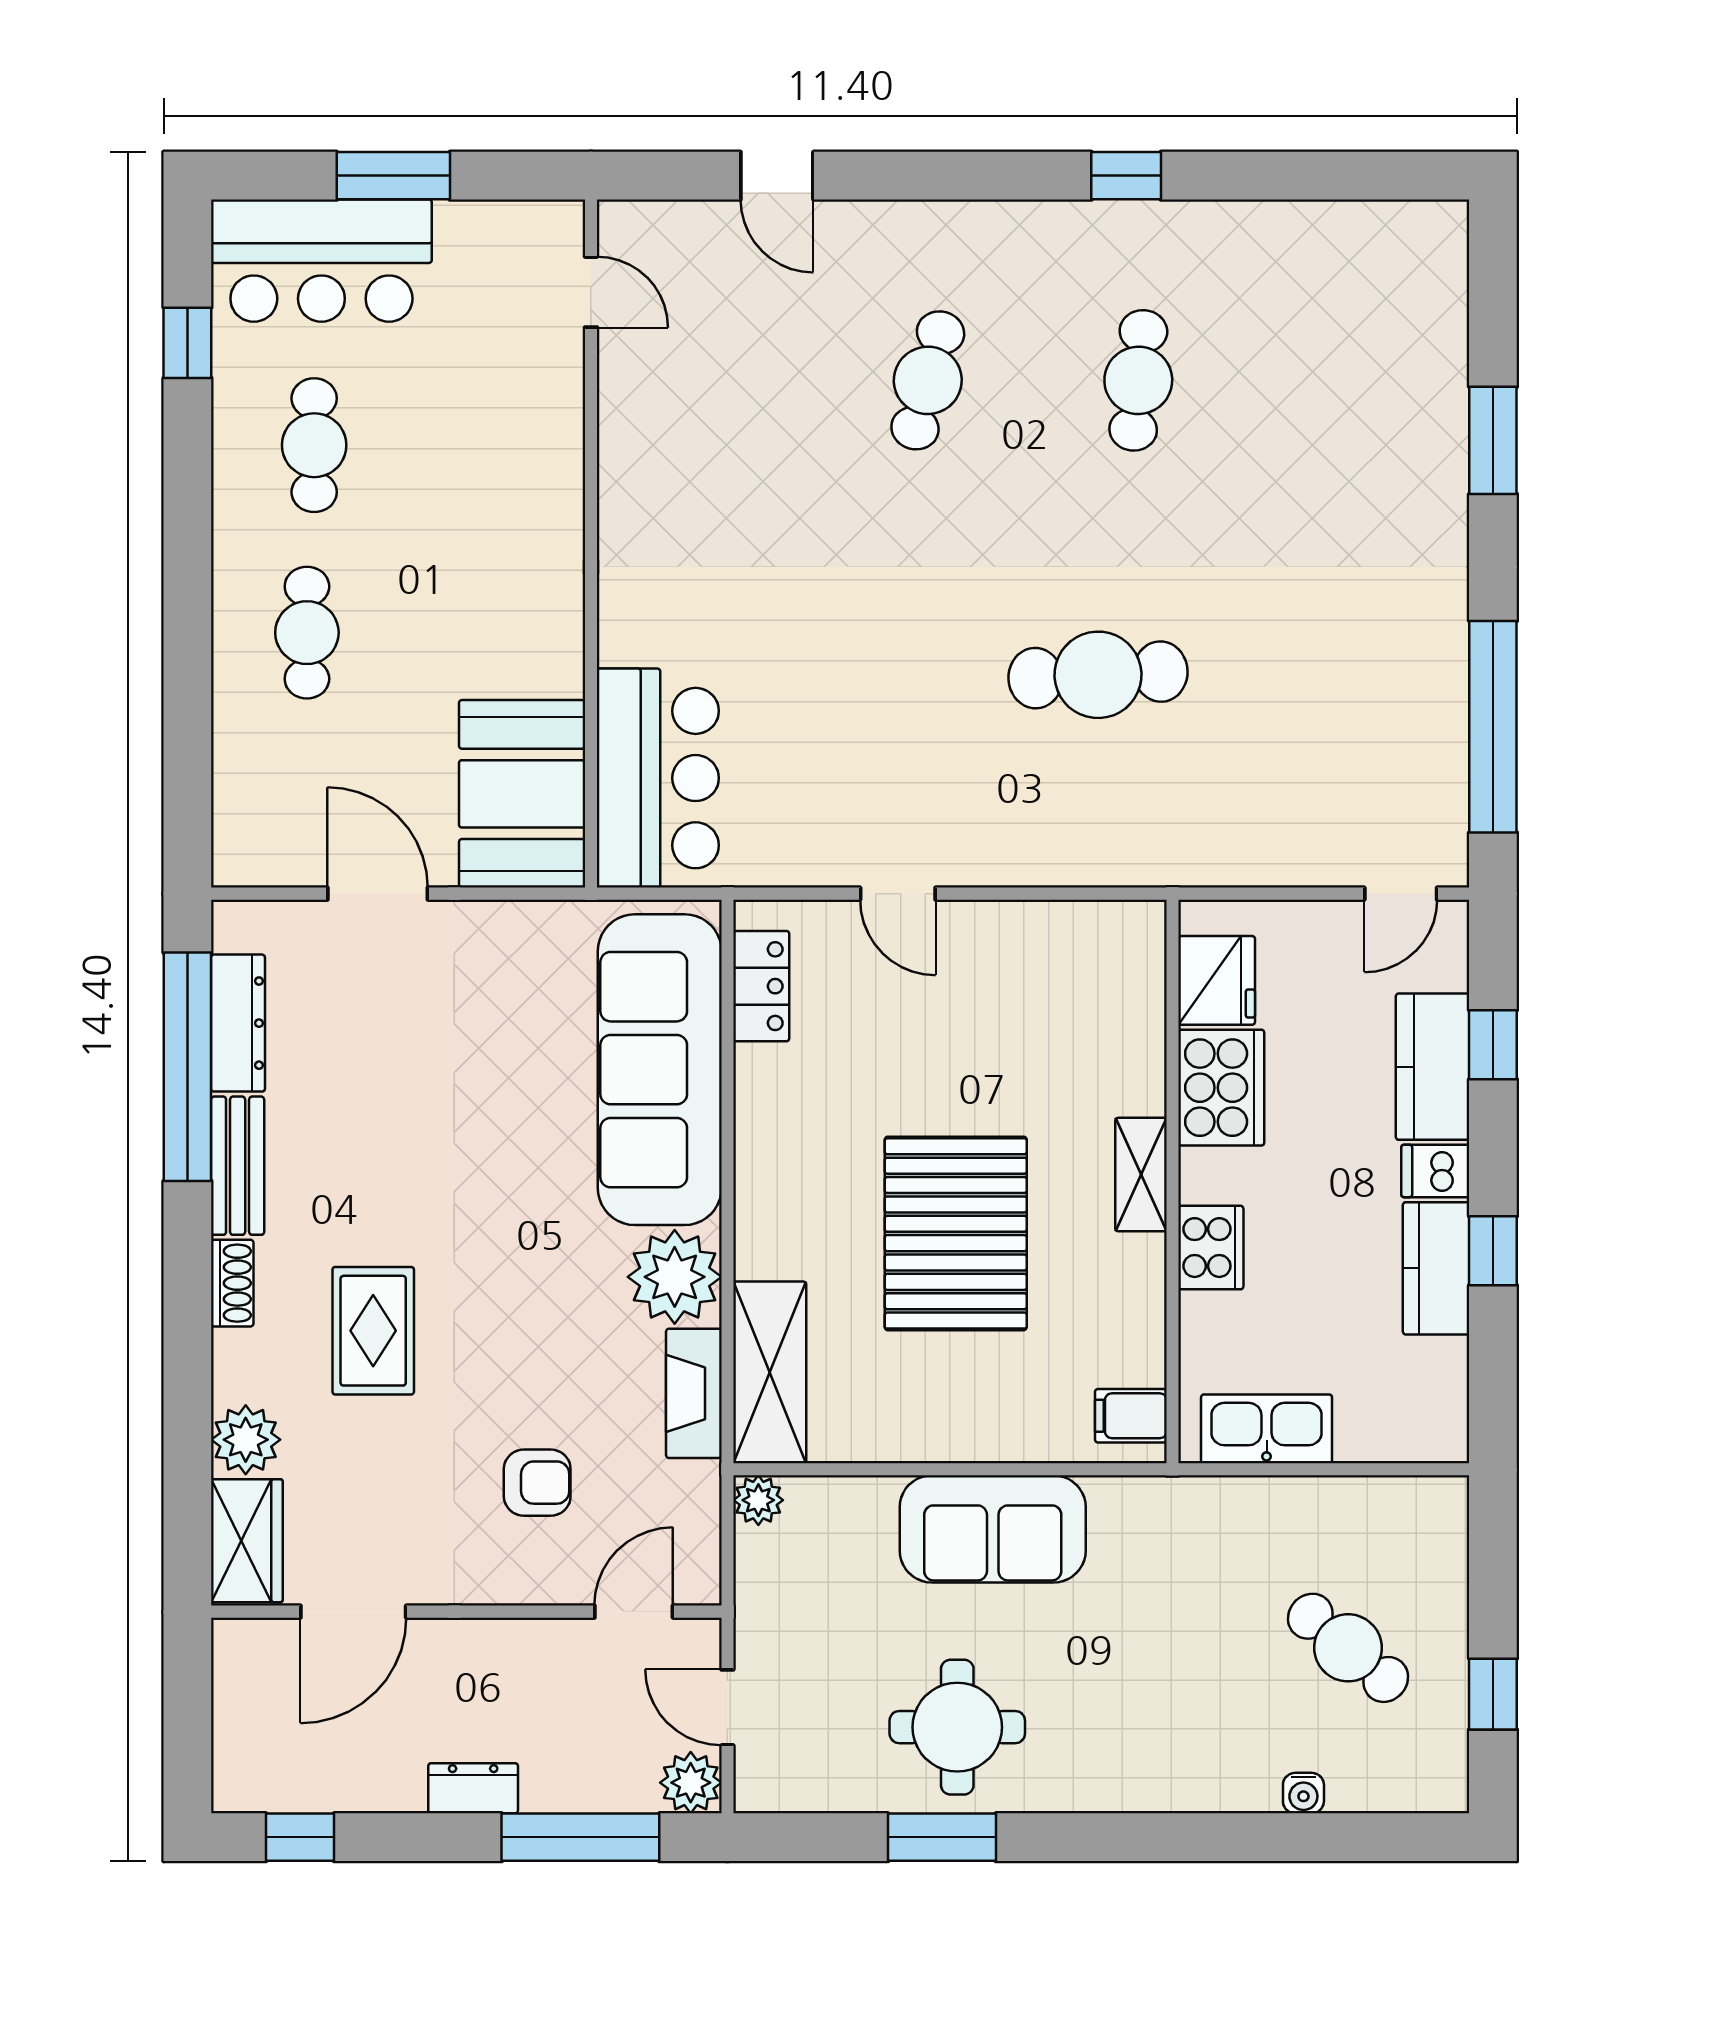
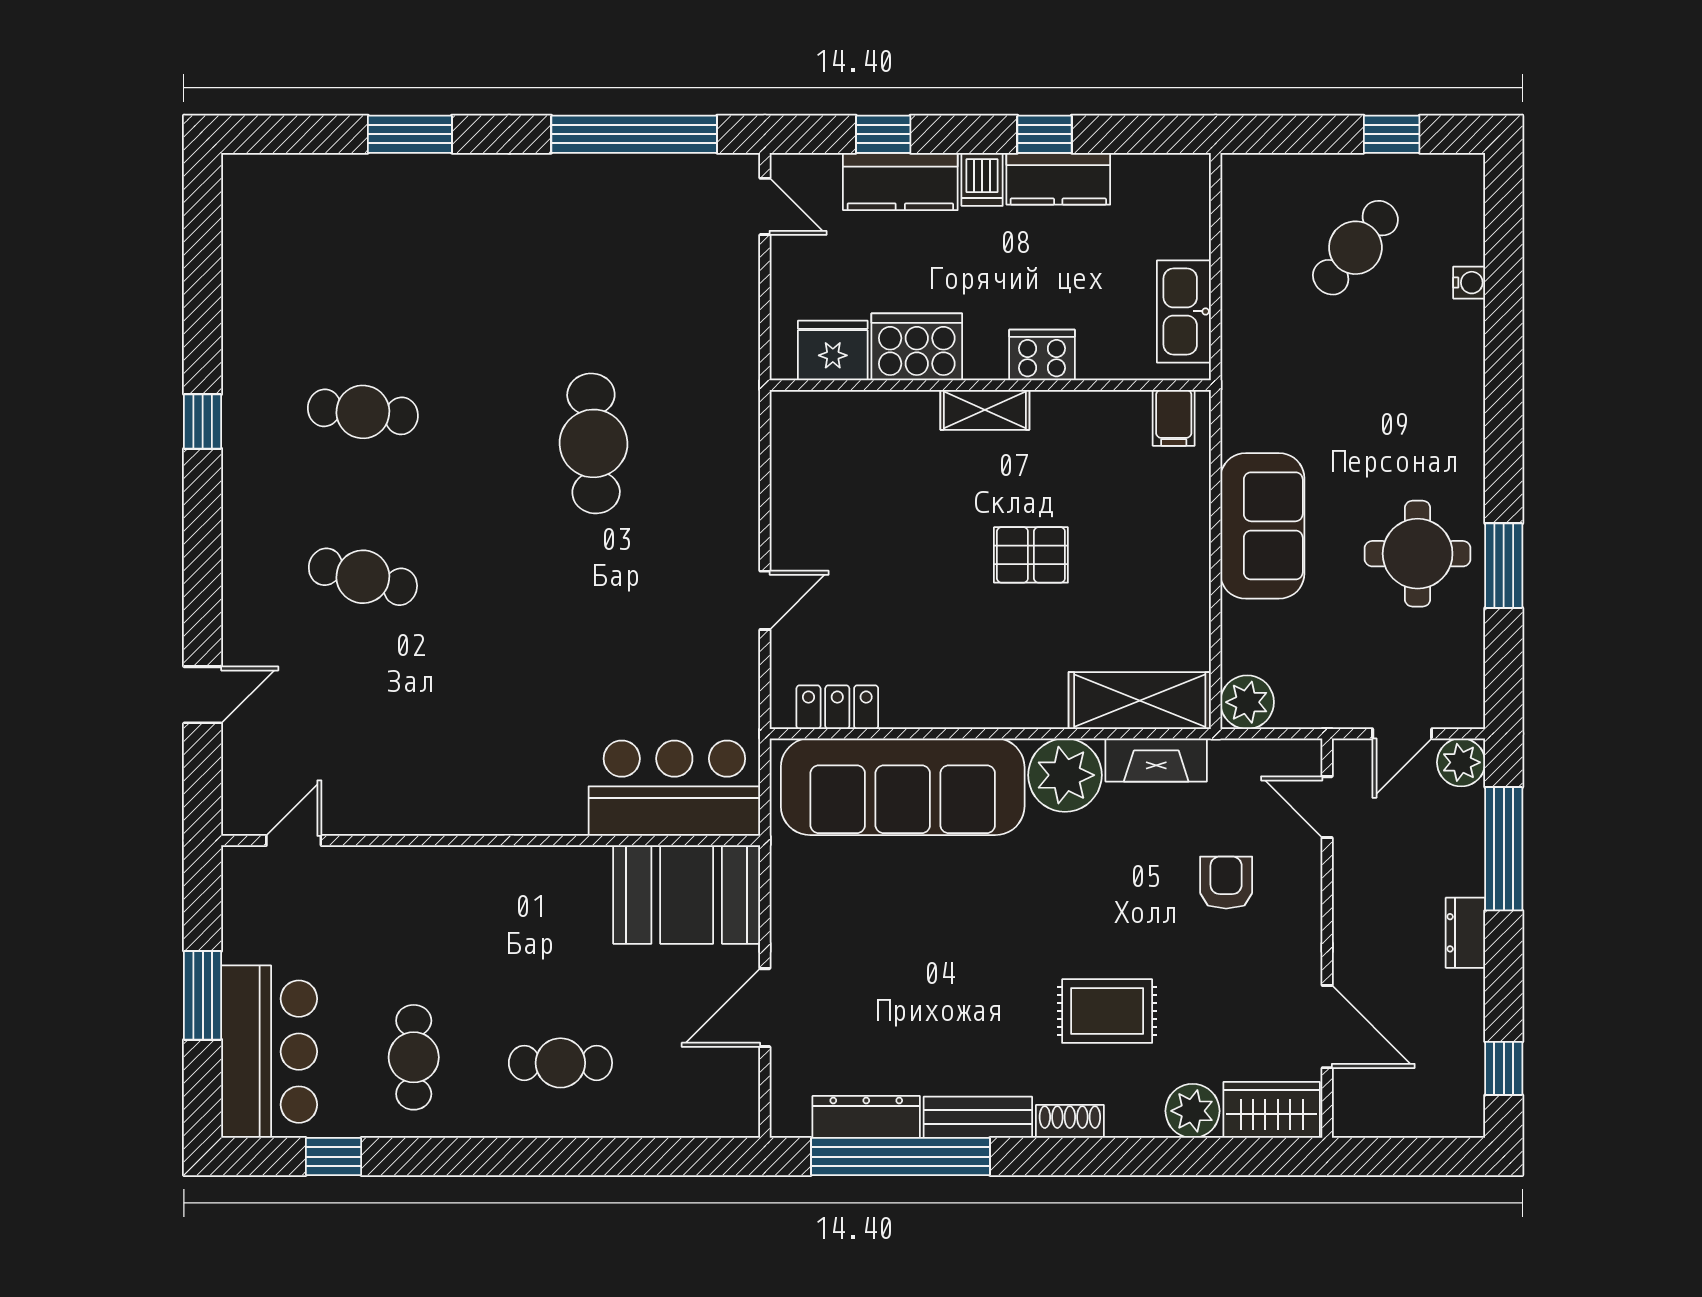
cafe table: (314, 445) -> (414, 1057), turned 90
pallet: (956, 1233) -> (1031, 555), width x0.49, depth x0.50
plant: (758, 1500) -> (1247, 702), width x1.38, depth x1.38

